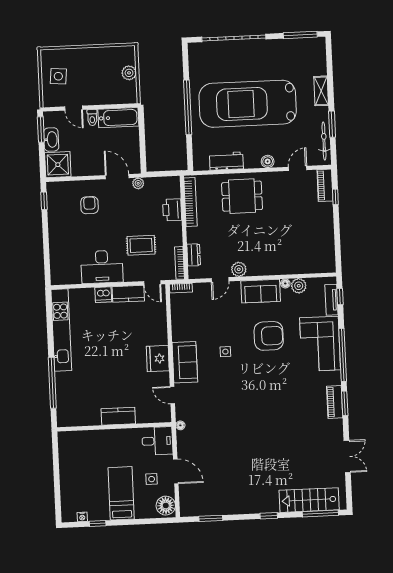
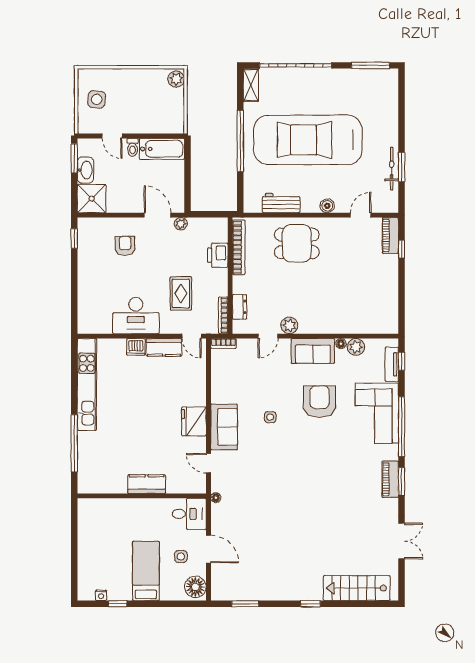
plant: (129, 73) -> (176, 79), moved
shelving: (321, 91) -> (251, 85), moved
bicycle: (324, 141) -> (392, 169), moved
rug: (141, 245) -> (181, 293), turned 90
armchair: (269, 336) -> (320, 402), turned -90
window: (320, 513) -> (369, 604), removed

